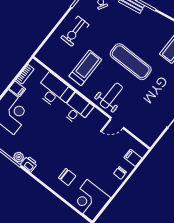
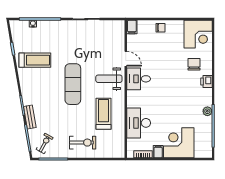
treadmill: (85, 68) -> (103, 114), turned 90
desk: (77, 109) -> (139, 79), moved
filing cabinet: (133, 158) -> (132, 27), moved
printer: (29, 164) -> (206, 82), moved

